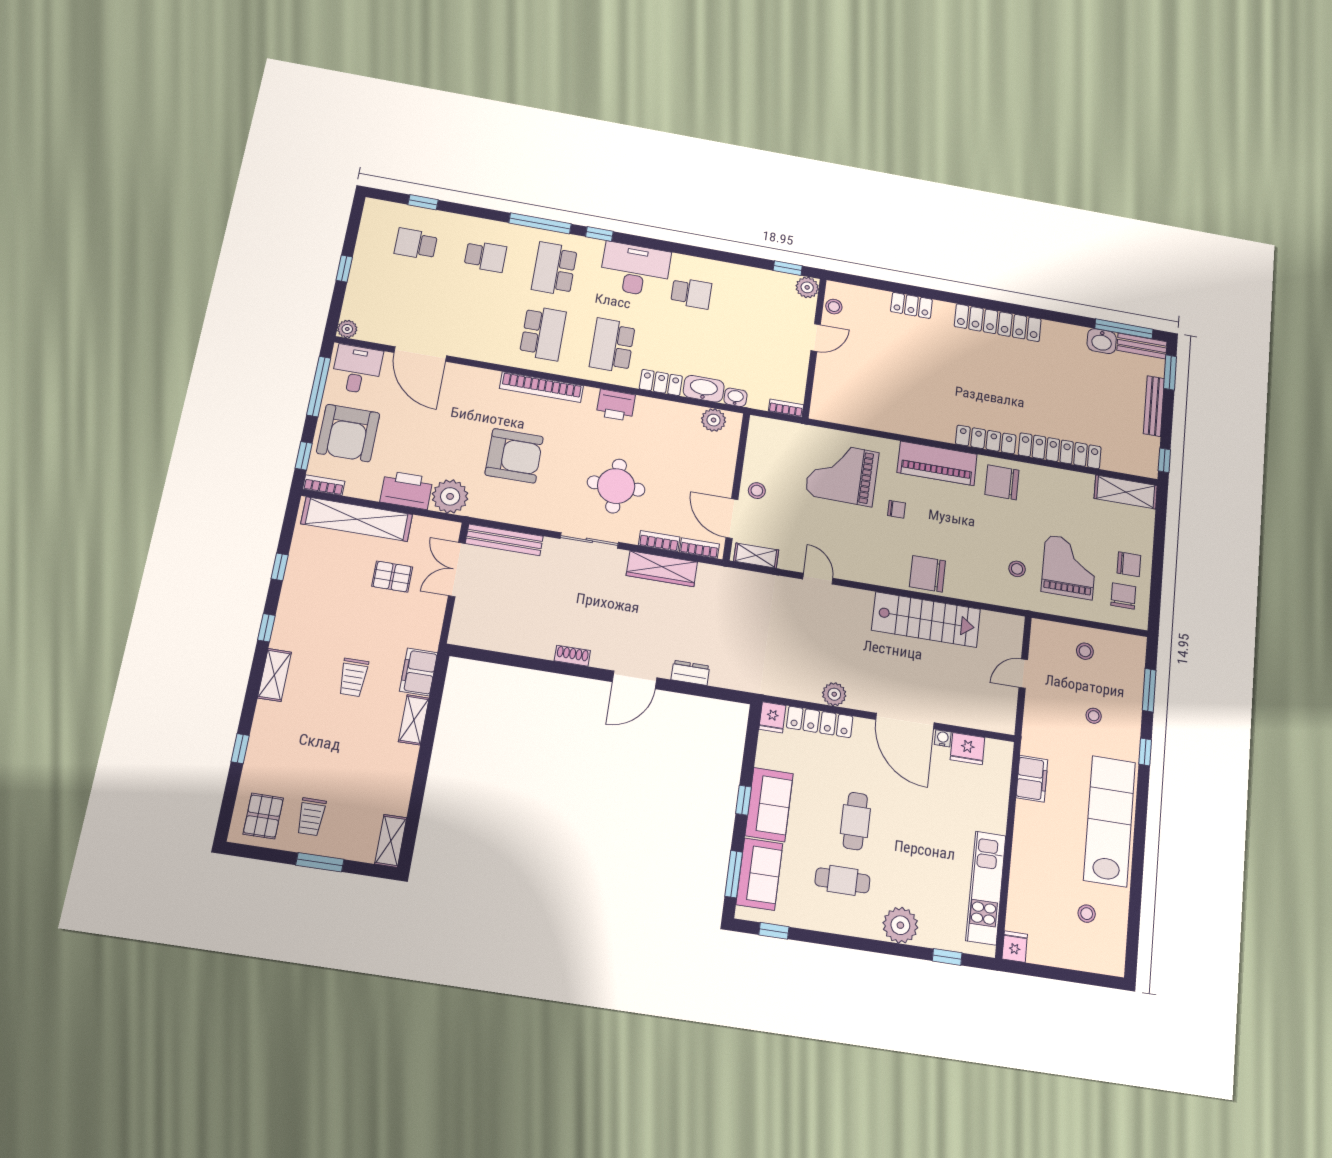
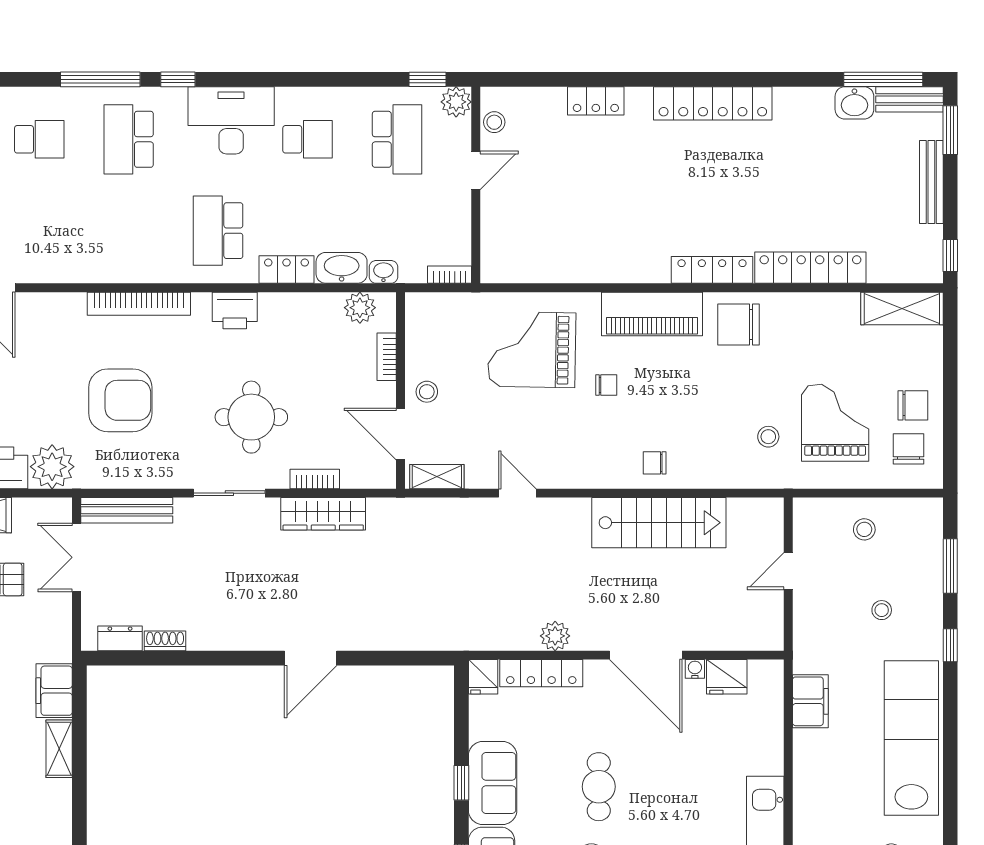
school desk: (543, 333) -> (397, 139), moved
bookcase: (699, 548) -> (387, 357), moved, turned -90
chair: (927, 574) -> (655, 463), width x0.54, depth x0.54
shoe rack: (572, 656) -> (165, 641), moved
dresser: (690, 673) -> (120, 638), moved

